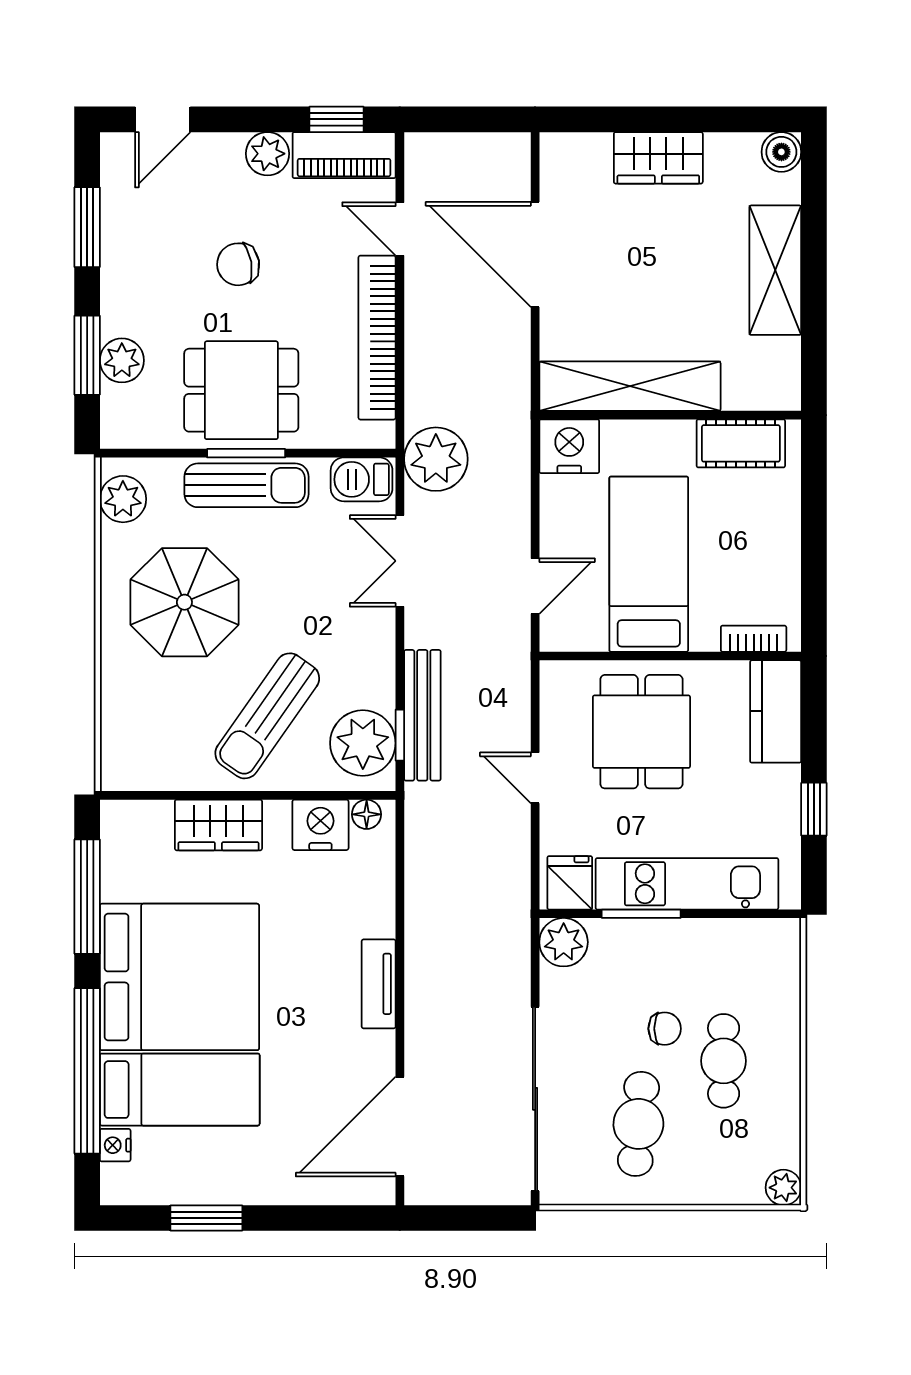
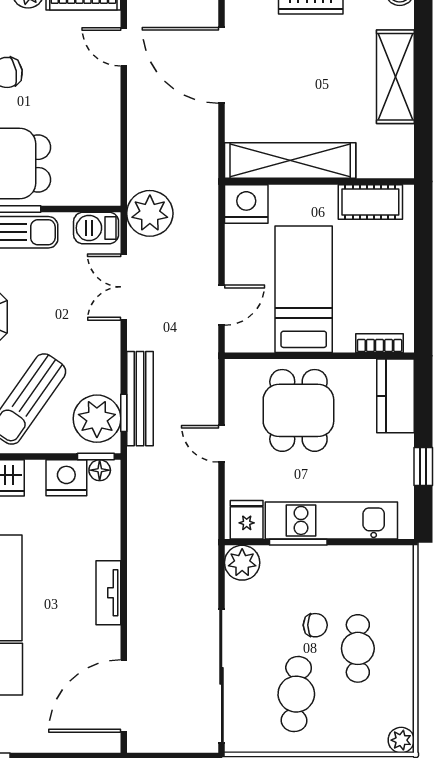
bookcase: (377, 338) -> (107, 125), removed
window: (361, 795) -> (96, 457), added

